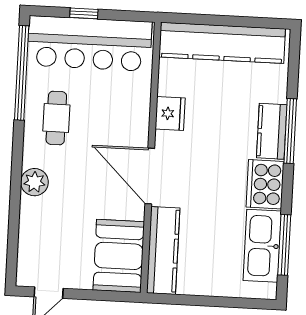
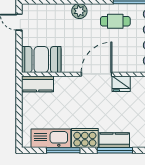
door: (150, 176) -> (97, 74), moved
window: (284, 245) -> (63, 150), moved
kitchen counter: (163, 250) -> (38, 84), width x0.67

